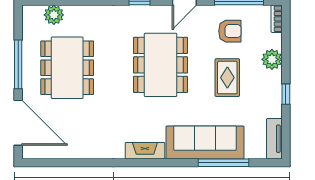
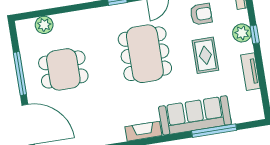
dining table: (67, 68) -> (63, 69), width x0.73
window: (286, 94) -> (255, 34), moved
tv unit: (274, 139) -> (250, 72), moved

